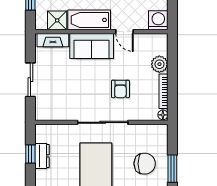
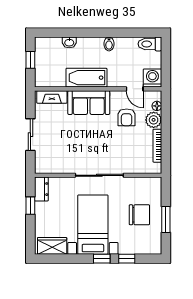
shower: (57, 20) -> (56, 78), removed
door: (125, 32) -> (135, 89), moved
armchair: (120, 89) -> (127, 117), moved
floor lamp: (163, 115) -> (157, 106), moved
dresser: (42, 156) -> (41, 189), moved

